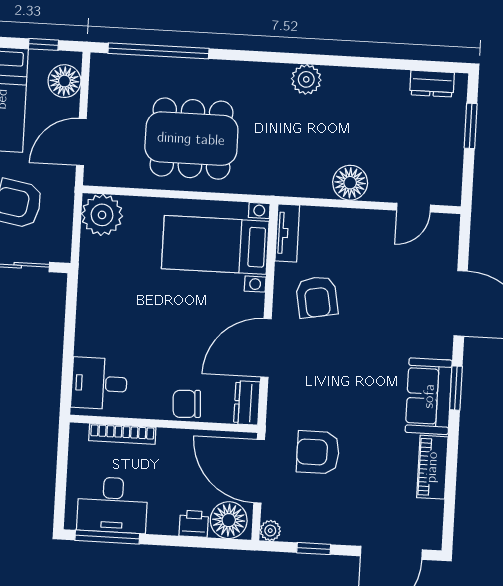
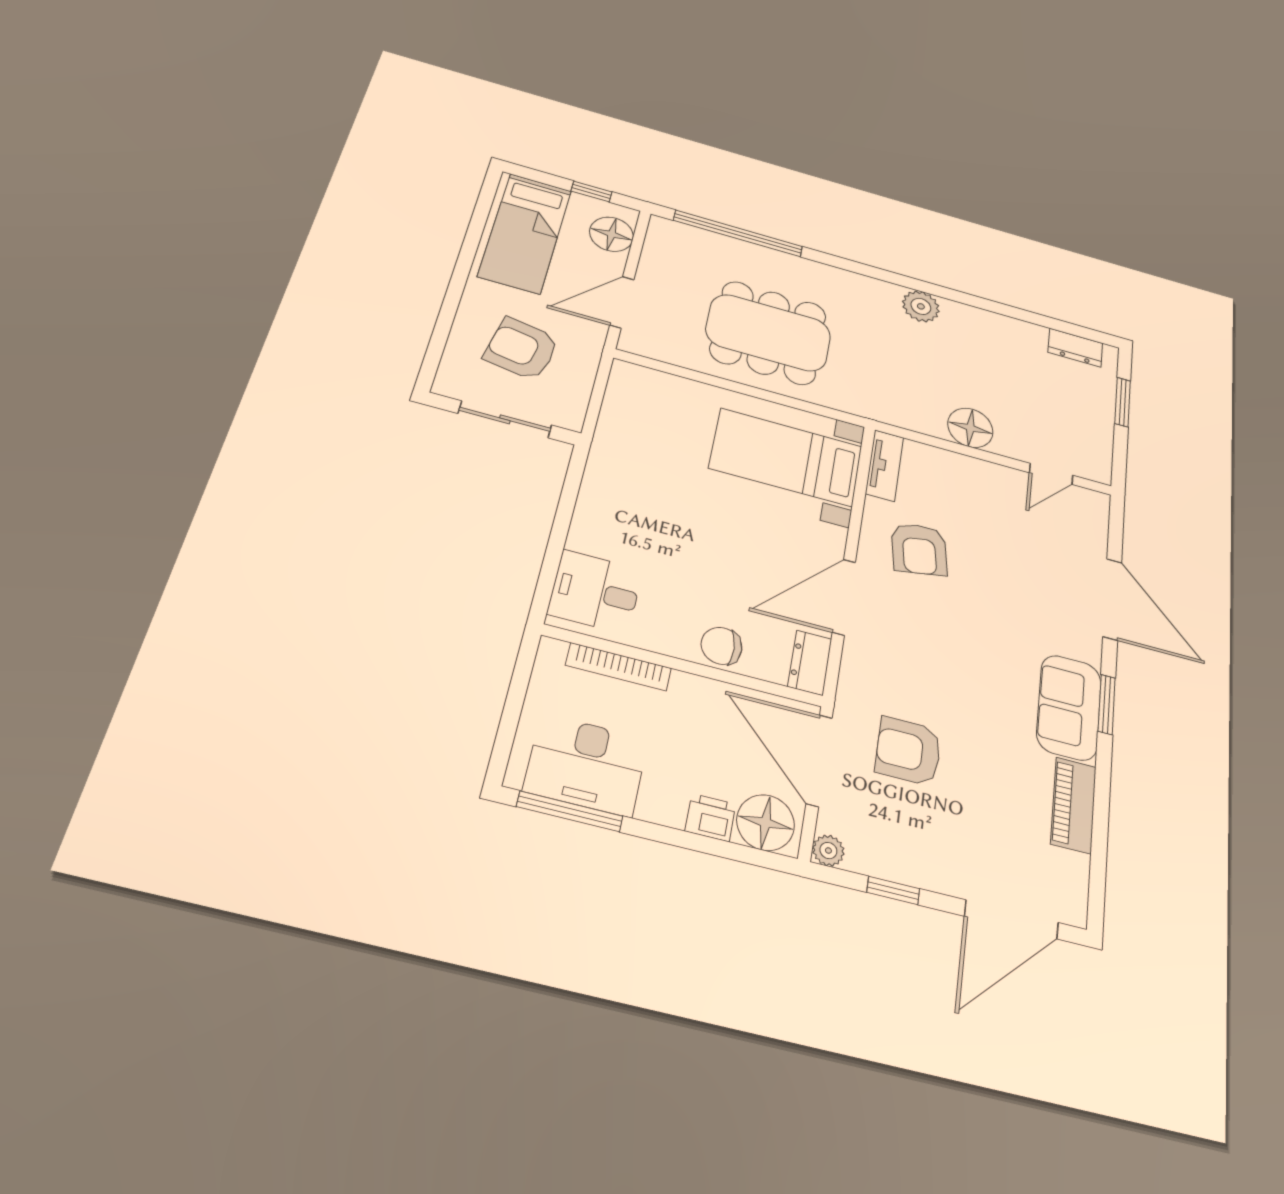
plant: (102, 215) -> (636, 388), removed

